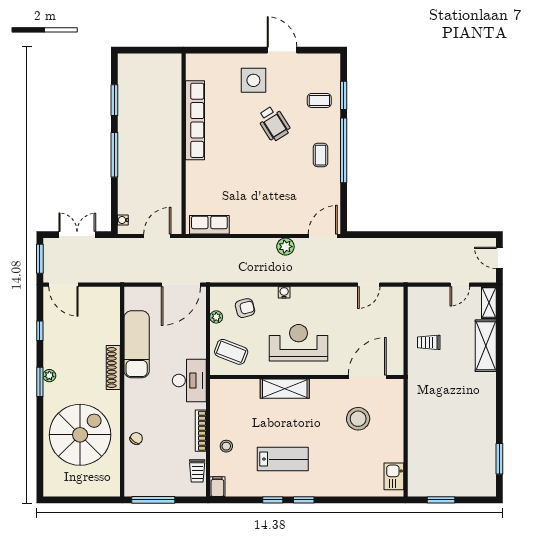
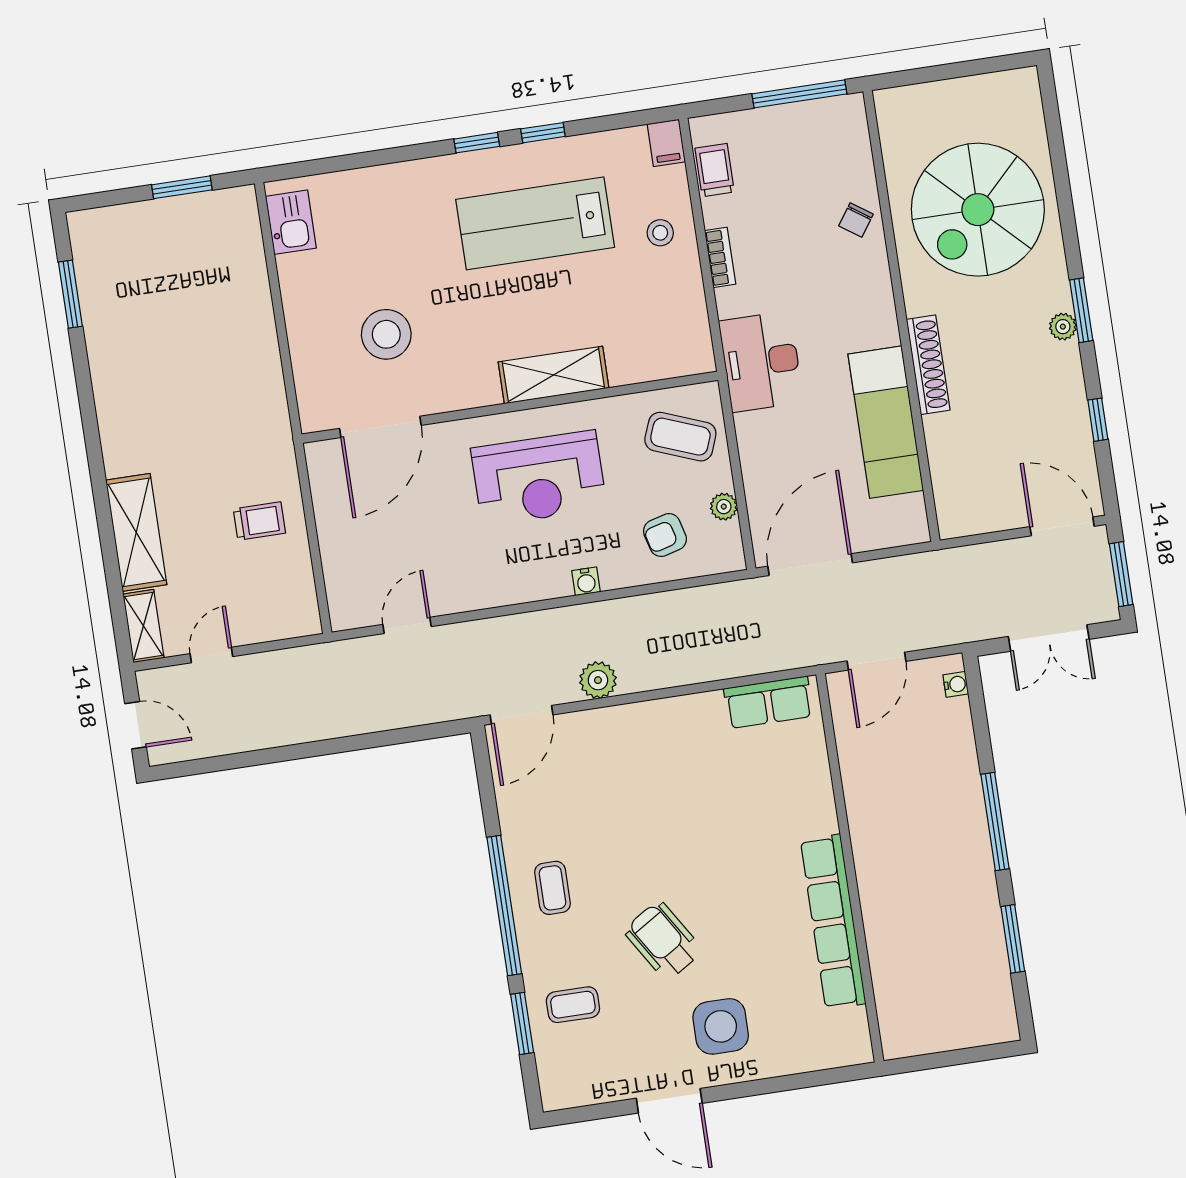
bookcase: (201, 431) -> (720, 257), width x0.64
lab bench: (283, 459) -> (535, 223), width x1.36, depth x1.39

